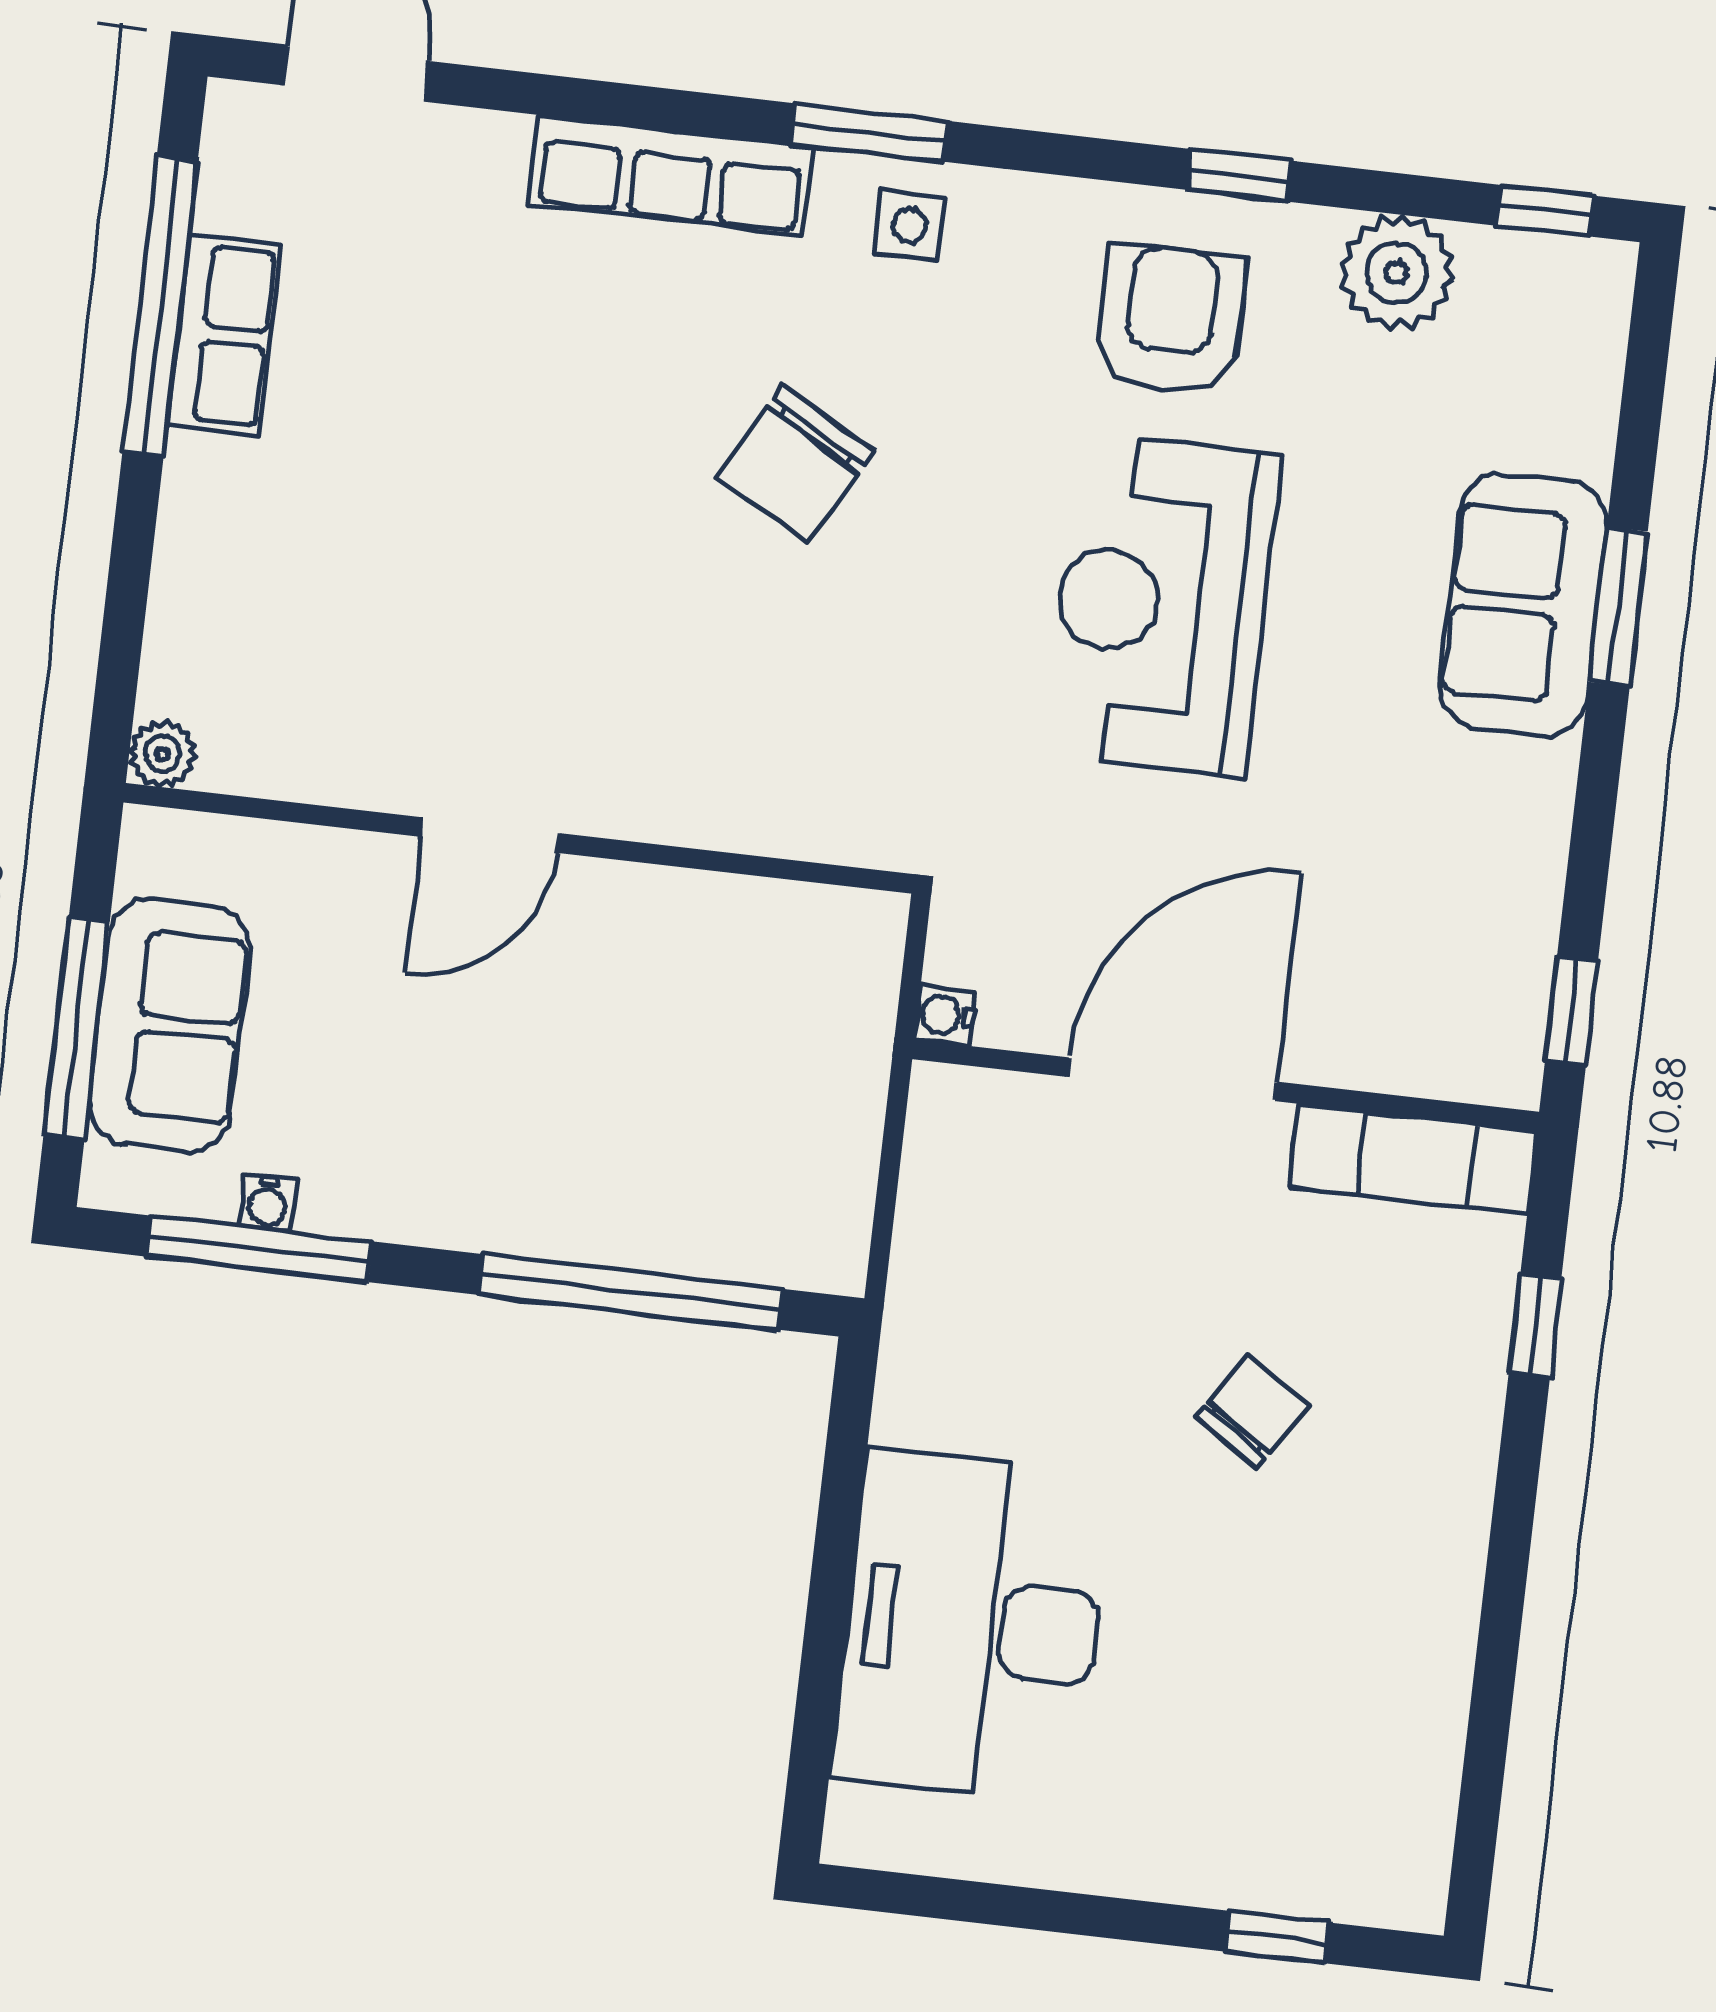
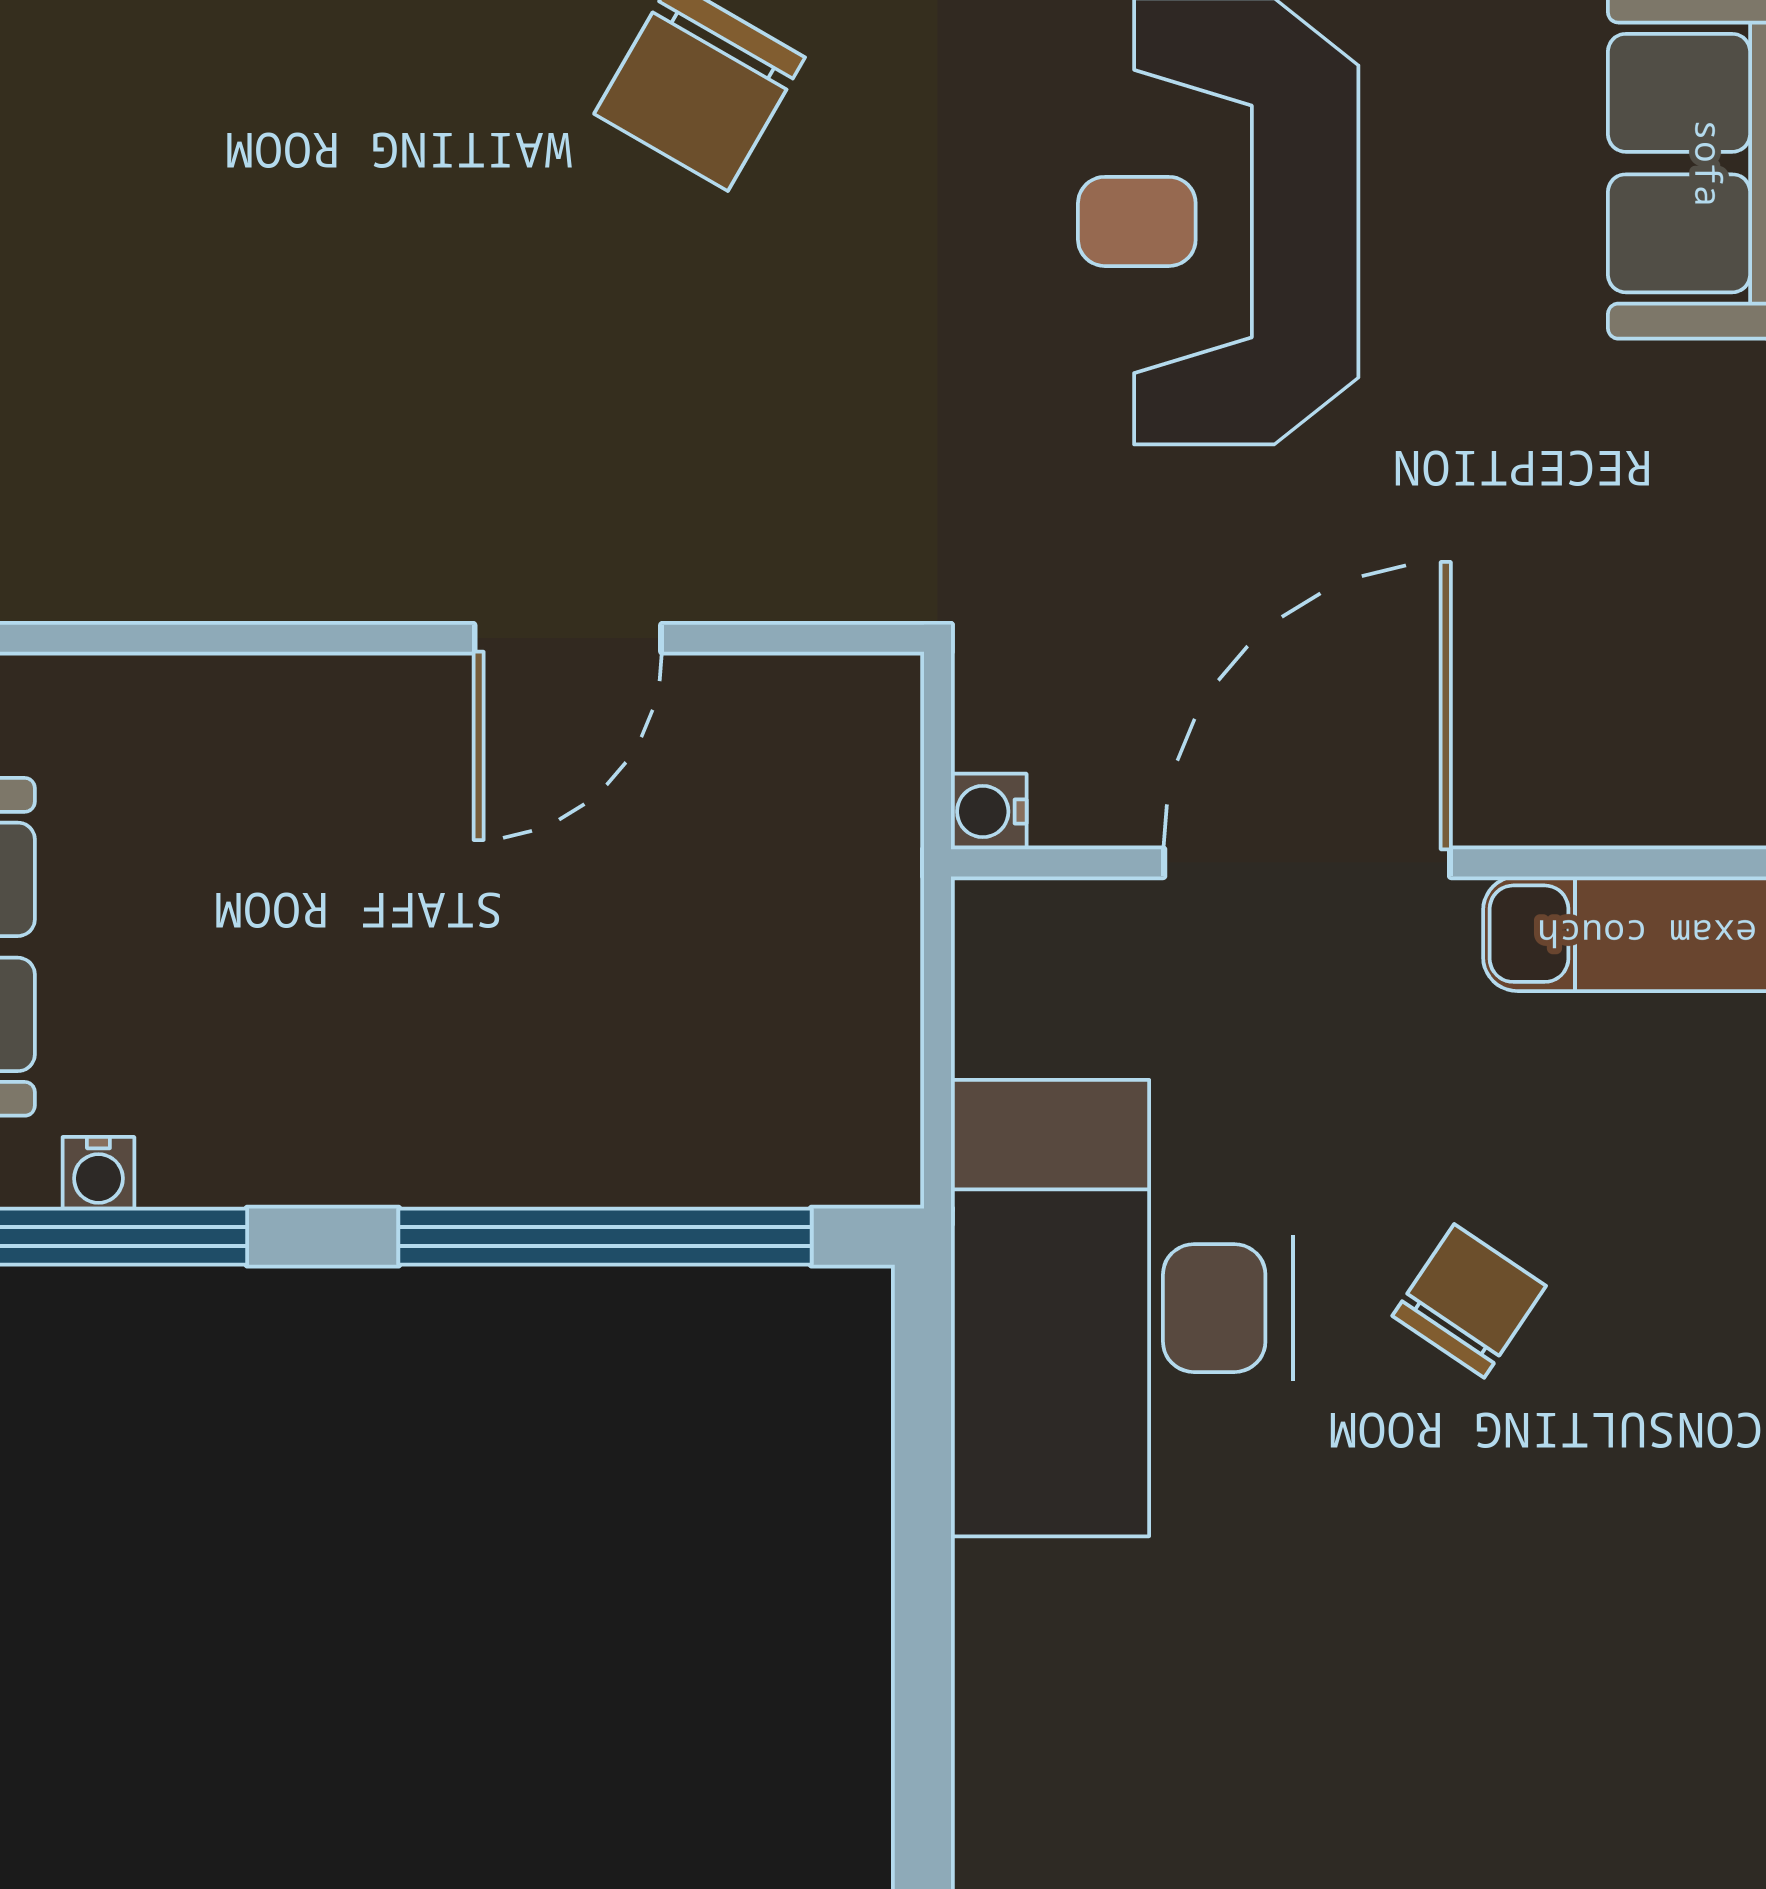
door: (490, 835) -> (568, 638), moved
desk: (972, 1626) -> (1122, 1308), moved

